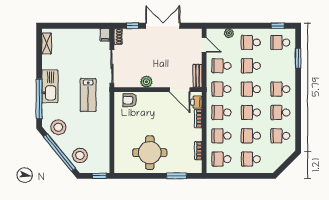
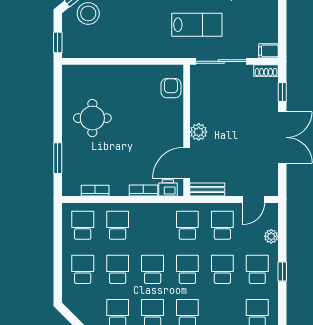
window: (278, 26) -> (282, 271), moved
plant: (146, 82) -> (199, 132), moved
lab bench: (88, 95) -> (197, 25), moved, turned 180
school desk: (221, 112) -> (153, 225), removed
round table: (150, 153) -> (92, 118), width x0.73, depth x0.73

